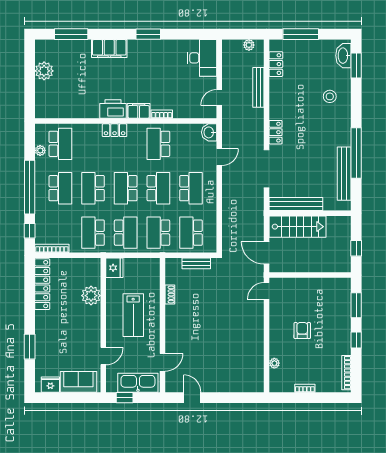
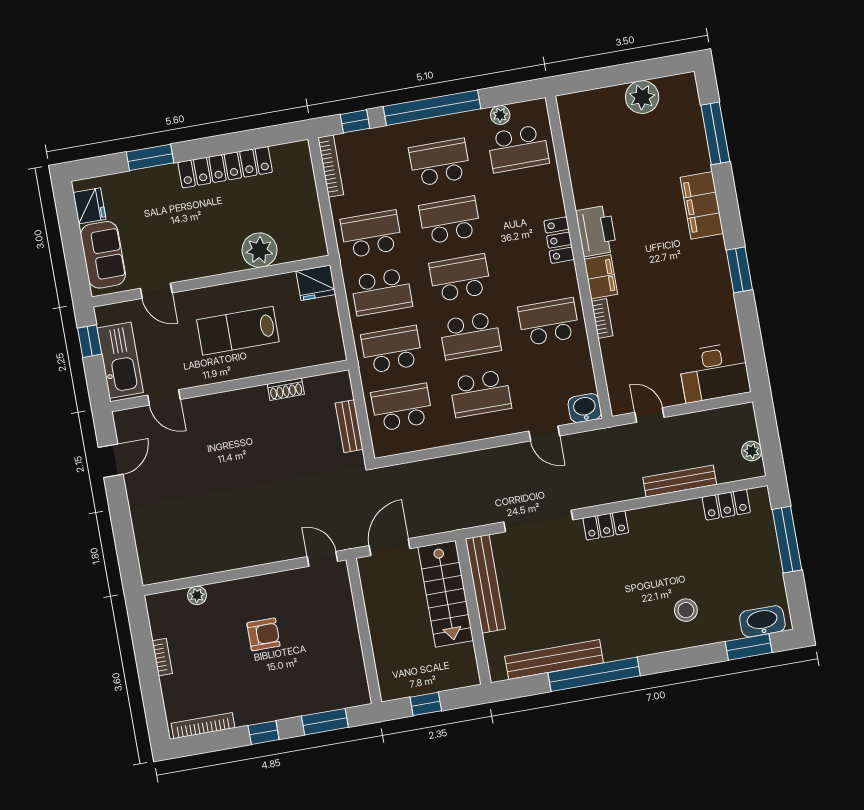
school desk: (60, 188) -> (440, 162), turned 180
locker: (42, 284) -> (225, 167), moved

